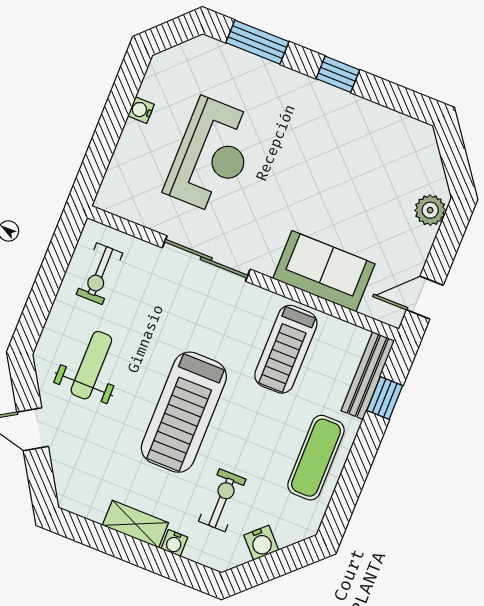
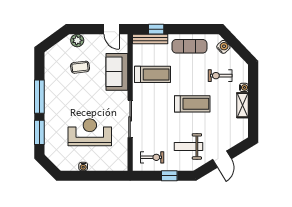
window: (338, 74) -> (39, 97), width x2.17
coffee table: (367, 193) -> (80, 67), added
window: (43, 296) -> (169, 176), added
treadmill: (184, 412) -> (192, 104), width x0.73, depth x0.73
water cooler: (261, 543) -> (223, 47), moved

